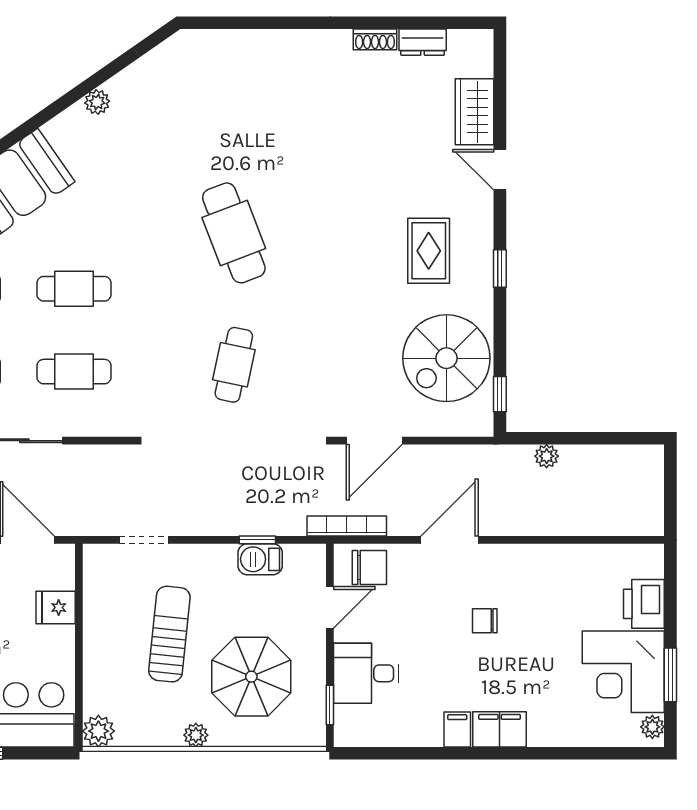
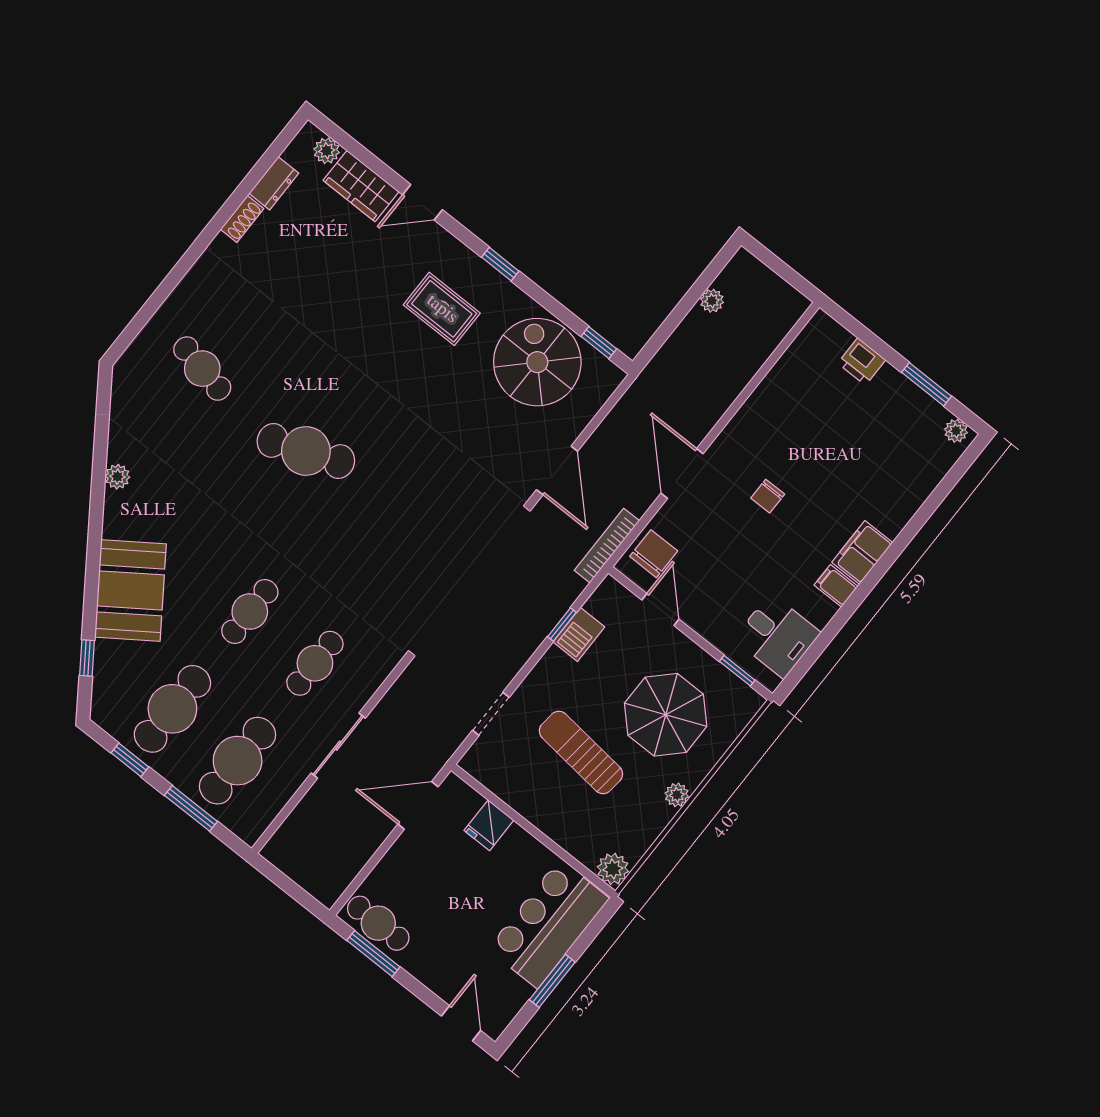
plant: (481, 63) -> (327, 151), added
spiral stairs: (446, 358) -> (537, 362), turned 180
cafe table: (234, 365) -> (202, 369), moved
plant: (547, 456) -> (712, 301), moved
printer: (644, 604) -> (862, 362), width x0.73, depth x0.81
corner desk: (623, 672) -> (894, 419), removed
desk: (366, 673) -> (777, 636), moved, turned -90

